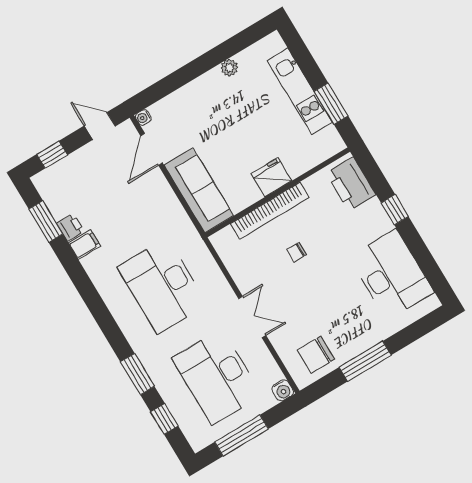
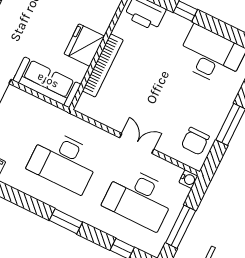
fridge: (271, 177) -> (84, 45), width x1.36, depth x1.34
chair: (297, 252) -> (138, 81), removed
window: (137, 374) -> (66, 221), moved

